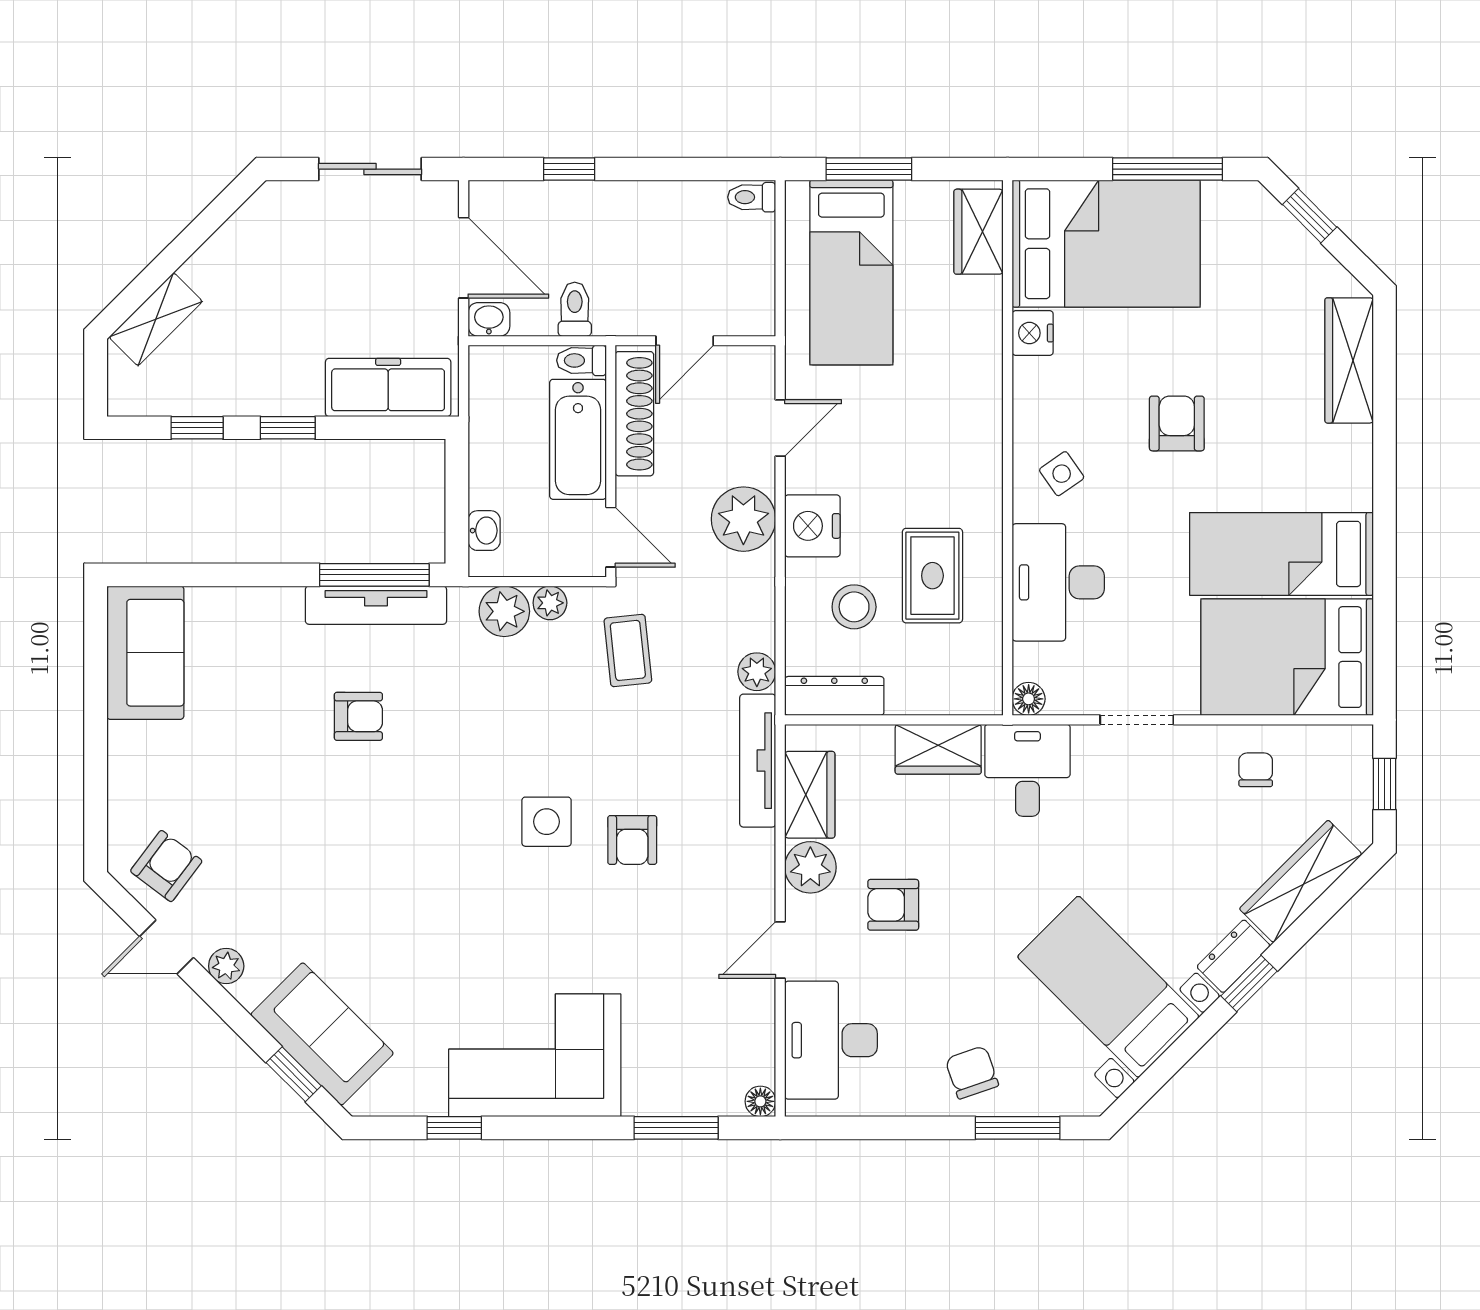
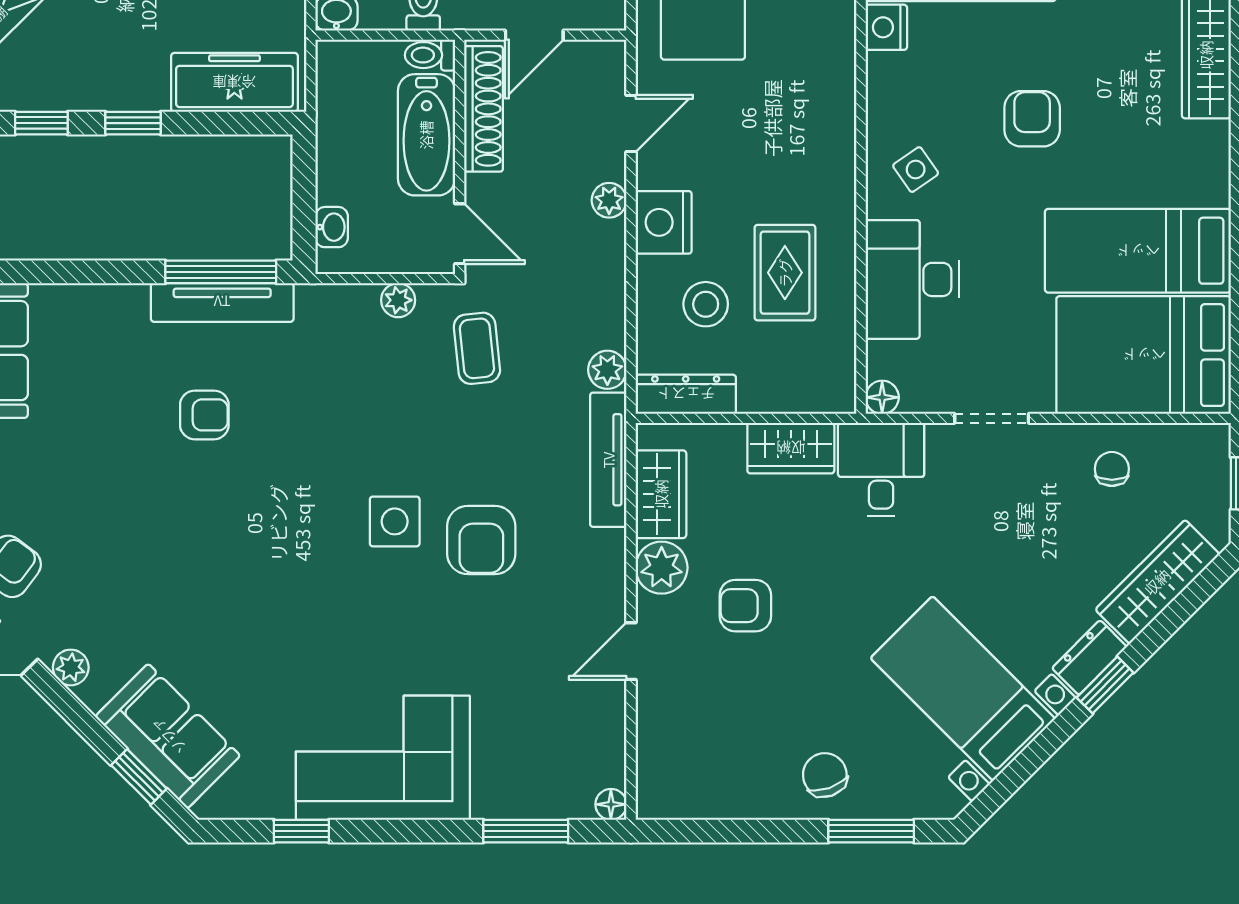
plant: (743, 519) -> (609, 200), width x0.53, depth x0.53
plant: (504, 611) -> (352, 309), removed
armchair: (632, 840) -> (481, 540), width x1.38, depth x1.38
desk: (831, 1040) -> (682, 742), removed

